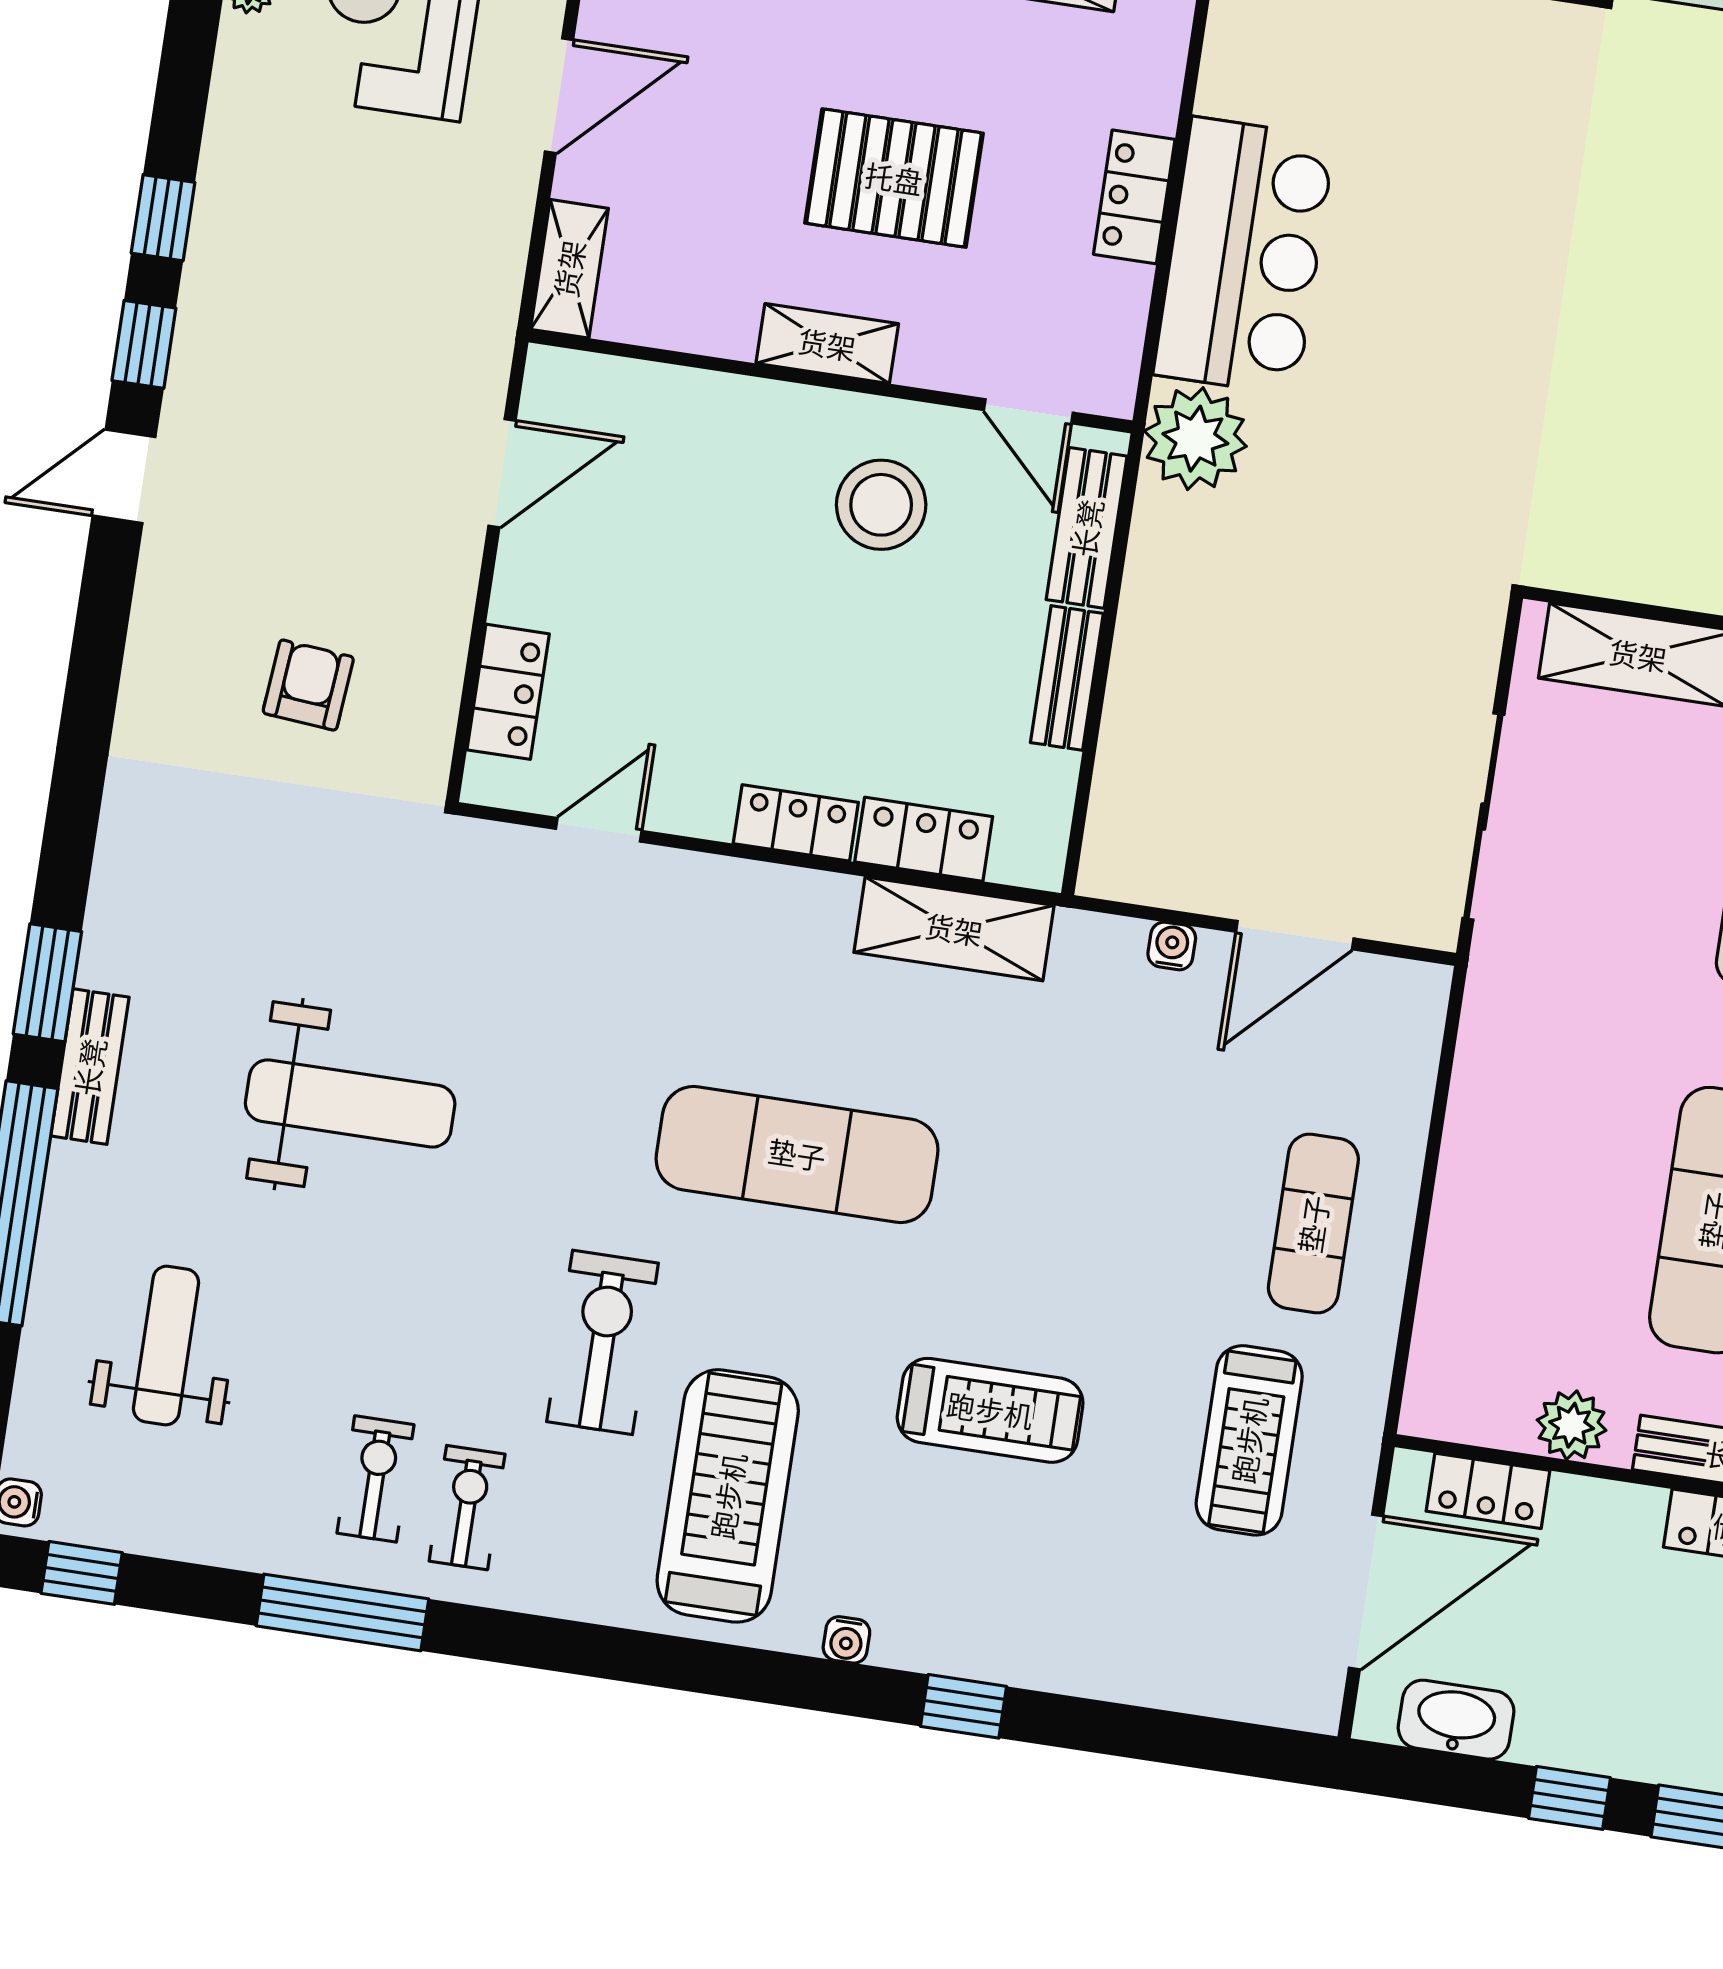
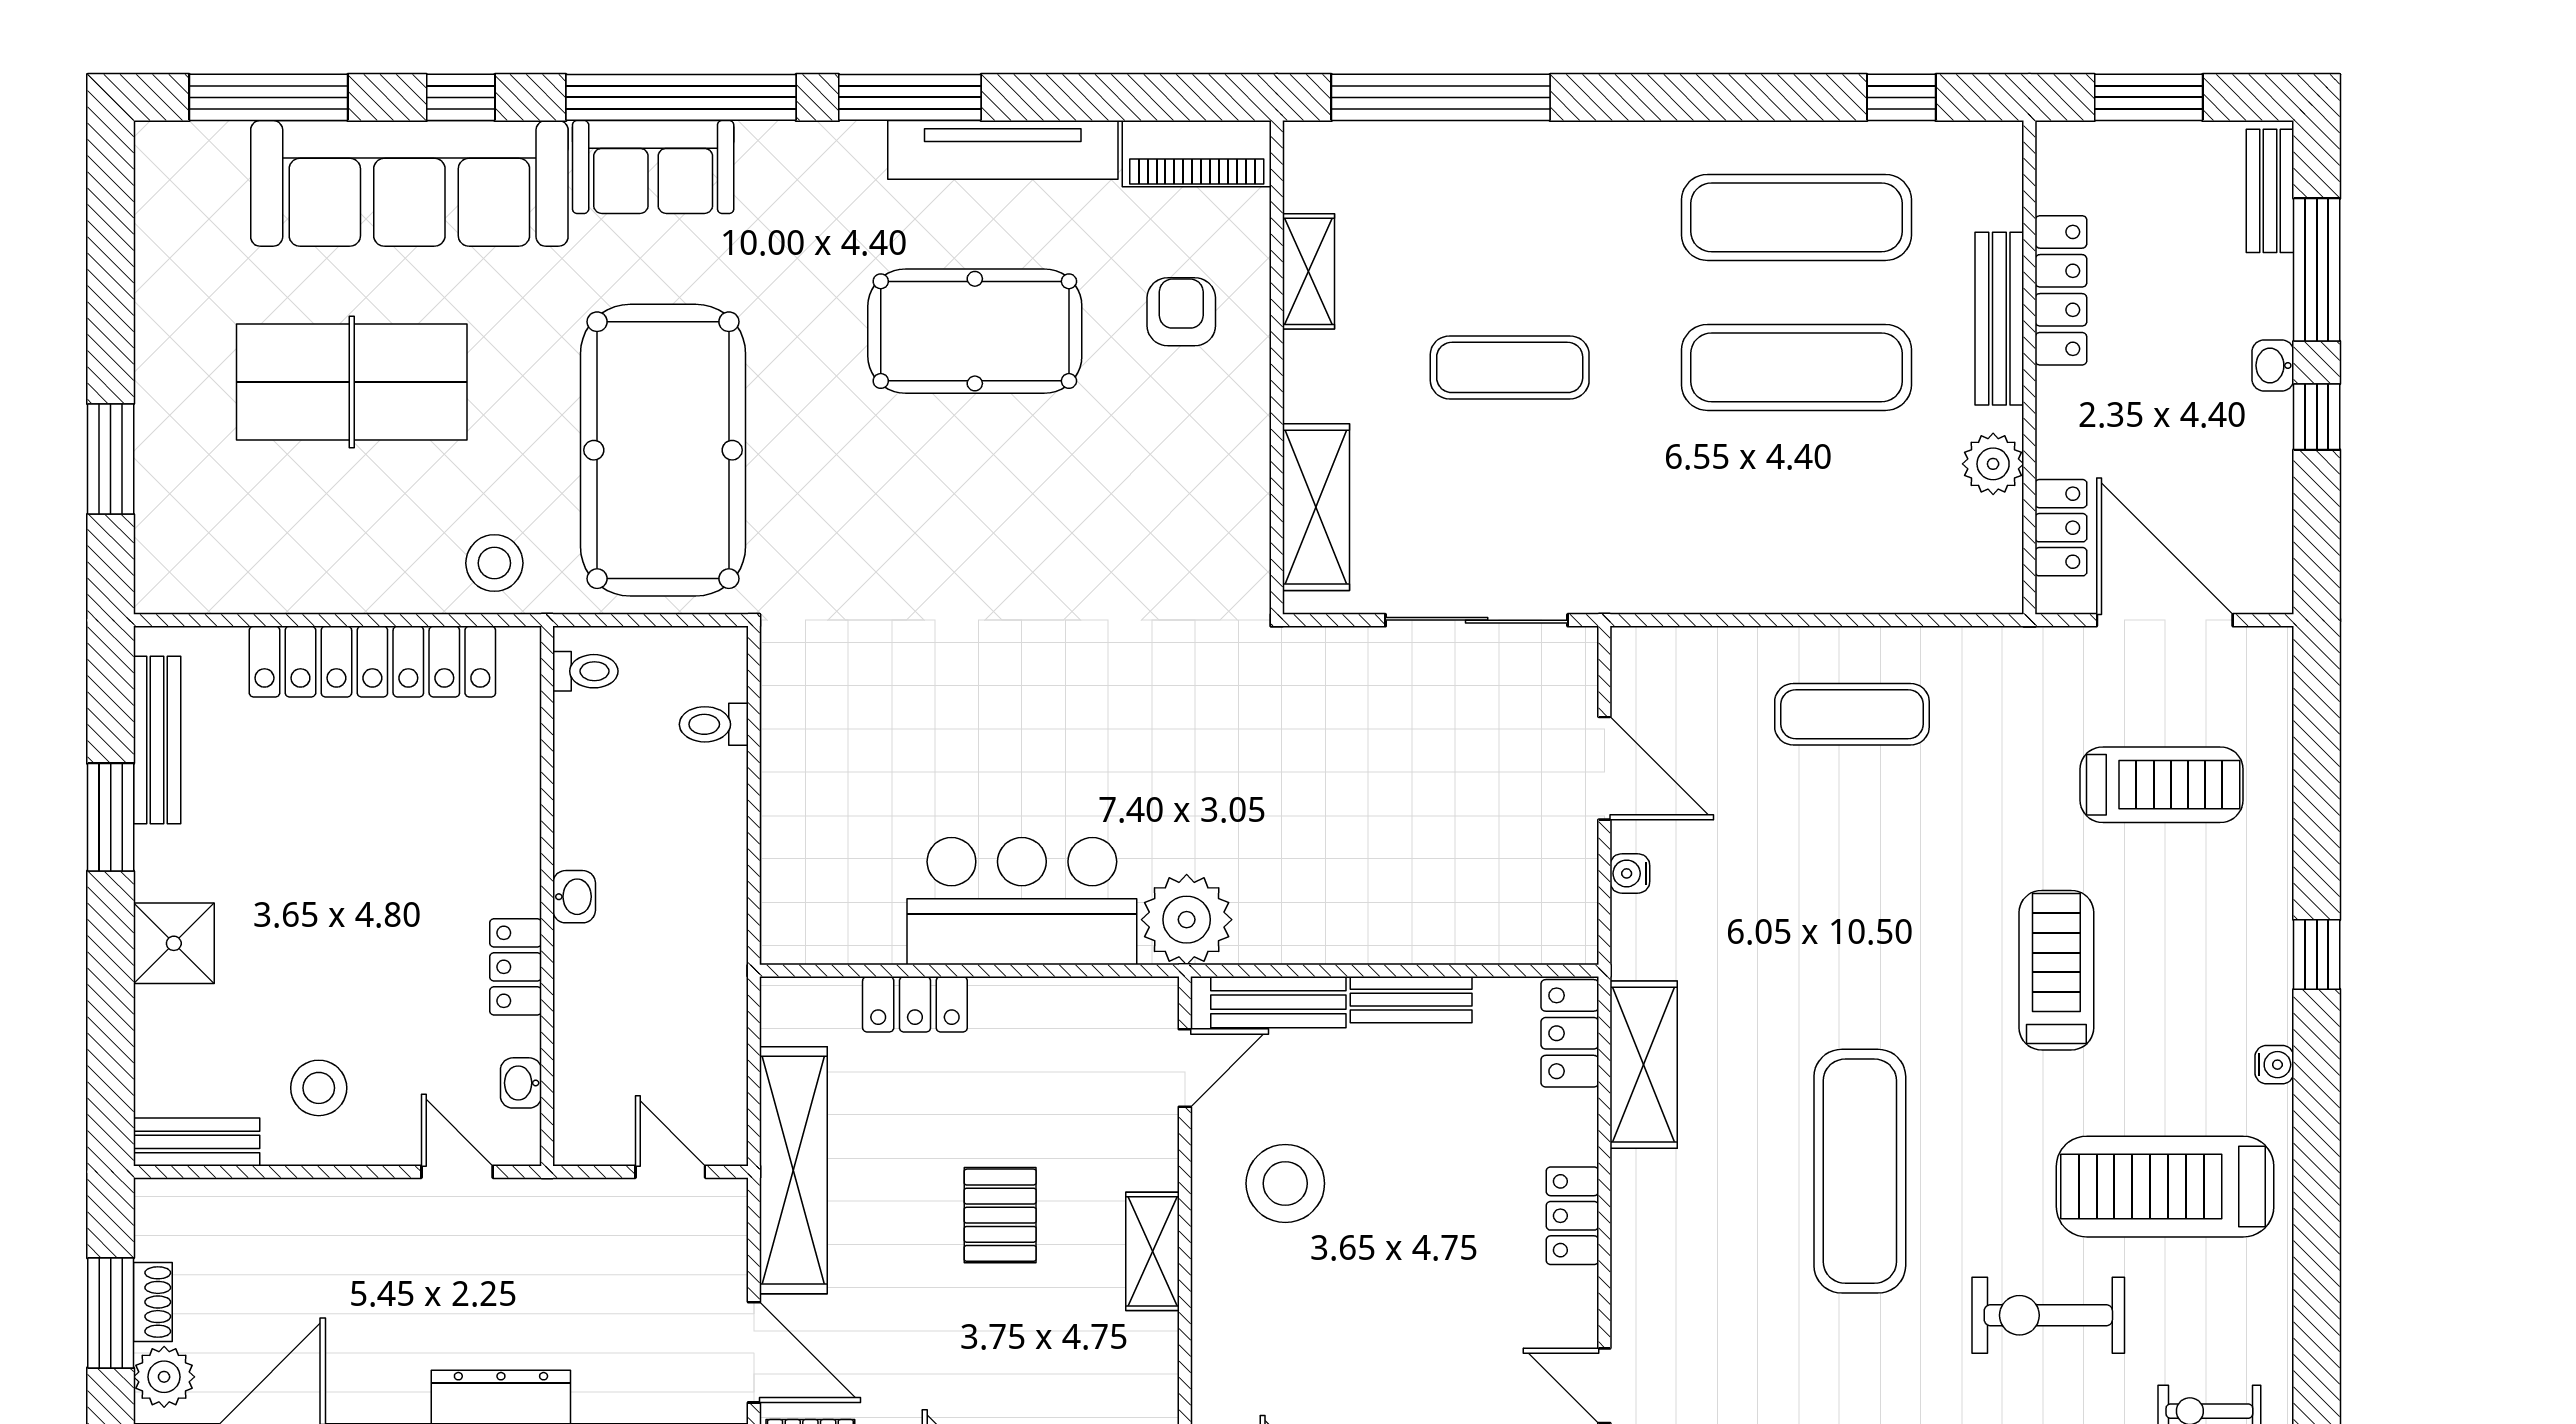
pallet: (894, 178) -> (1000, 1215), width x0.67, depth x0.71
locker: (1134, 197) -> (915, 1004), moved
locker: (924, 839) -> (1570, 1033), moved
treadmill: (1249, 1440) -> (2162, 785), moved
washbasin: (1456, 1720) -> (2273, 365), moved, width x0.52, depth x0.69

